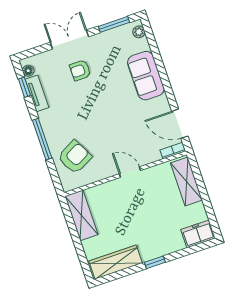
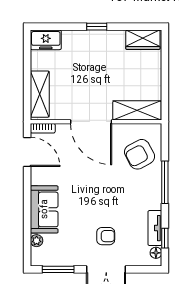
plant: (139, 32) -> (37, 241), moved
door: (130, 172) -> (91, 122), width x1.87
shelving: (81, 215) -> (137, 110), moved, turned 90
wardrobe: (116, 262) -> (143, 40), width x0.67

